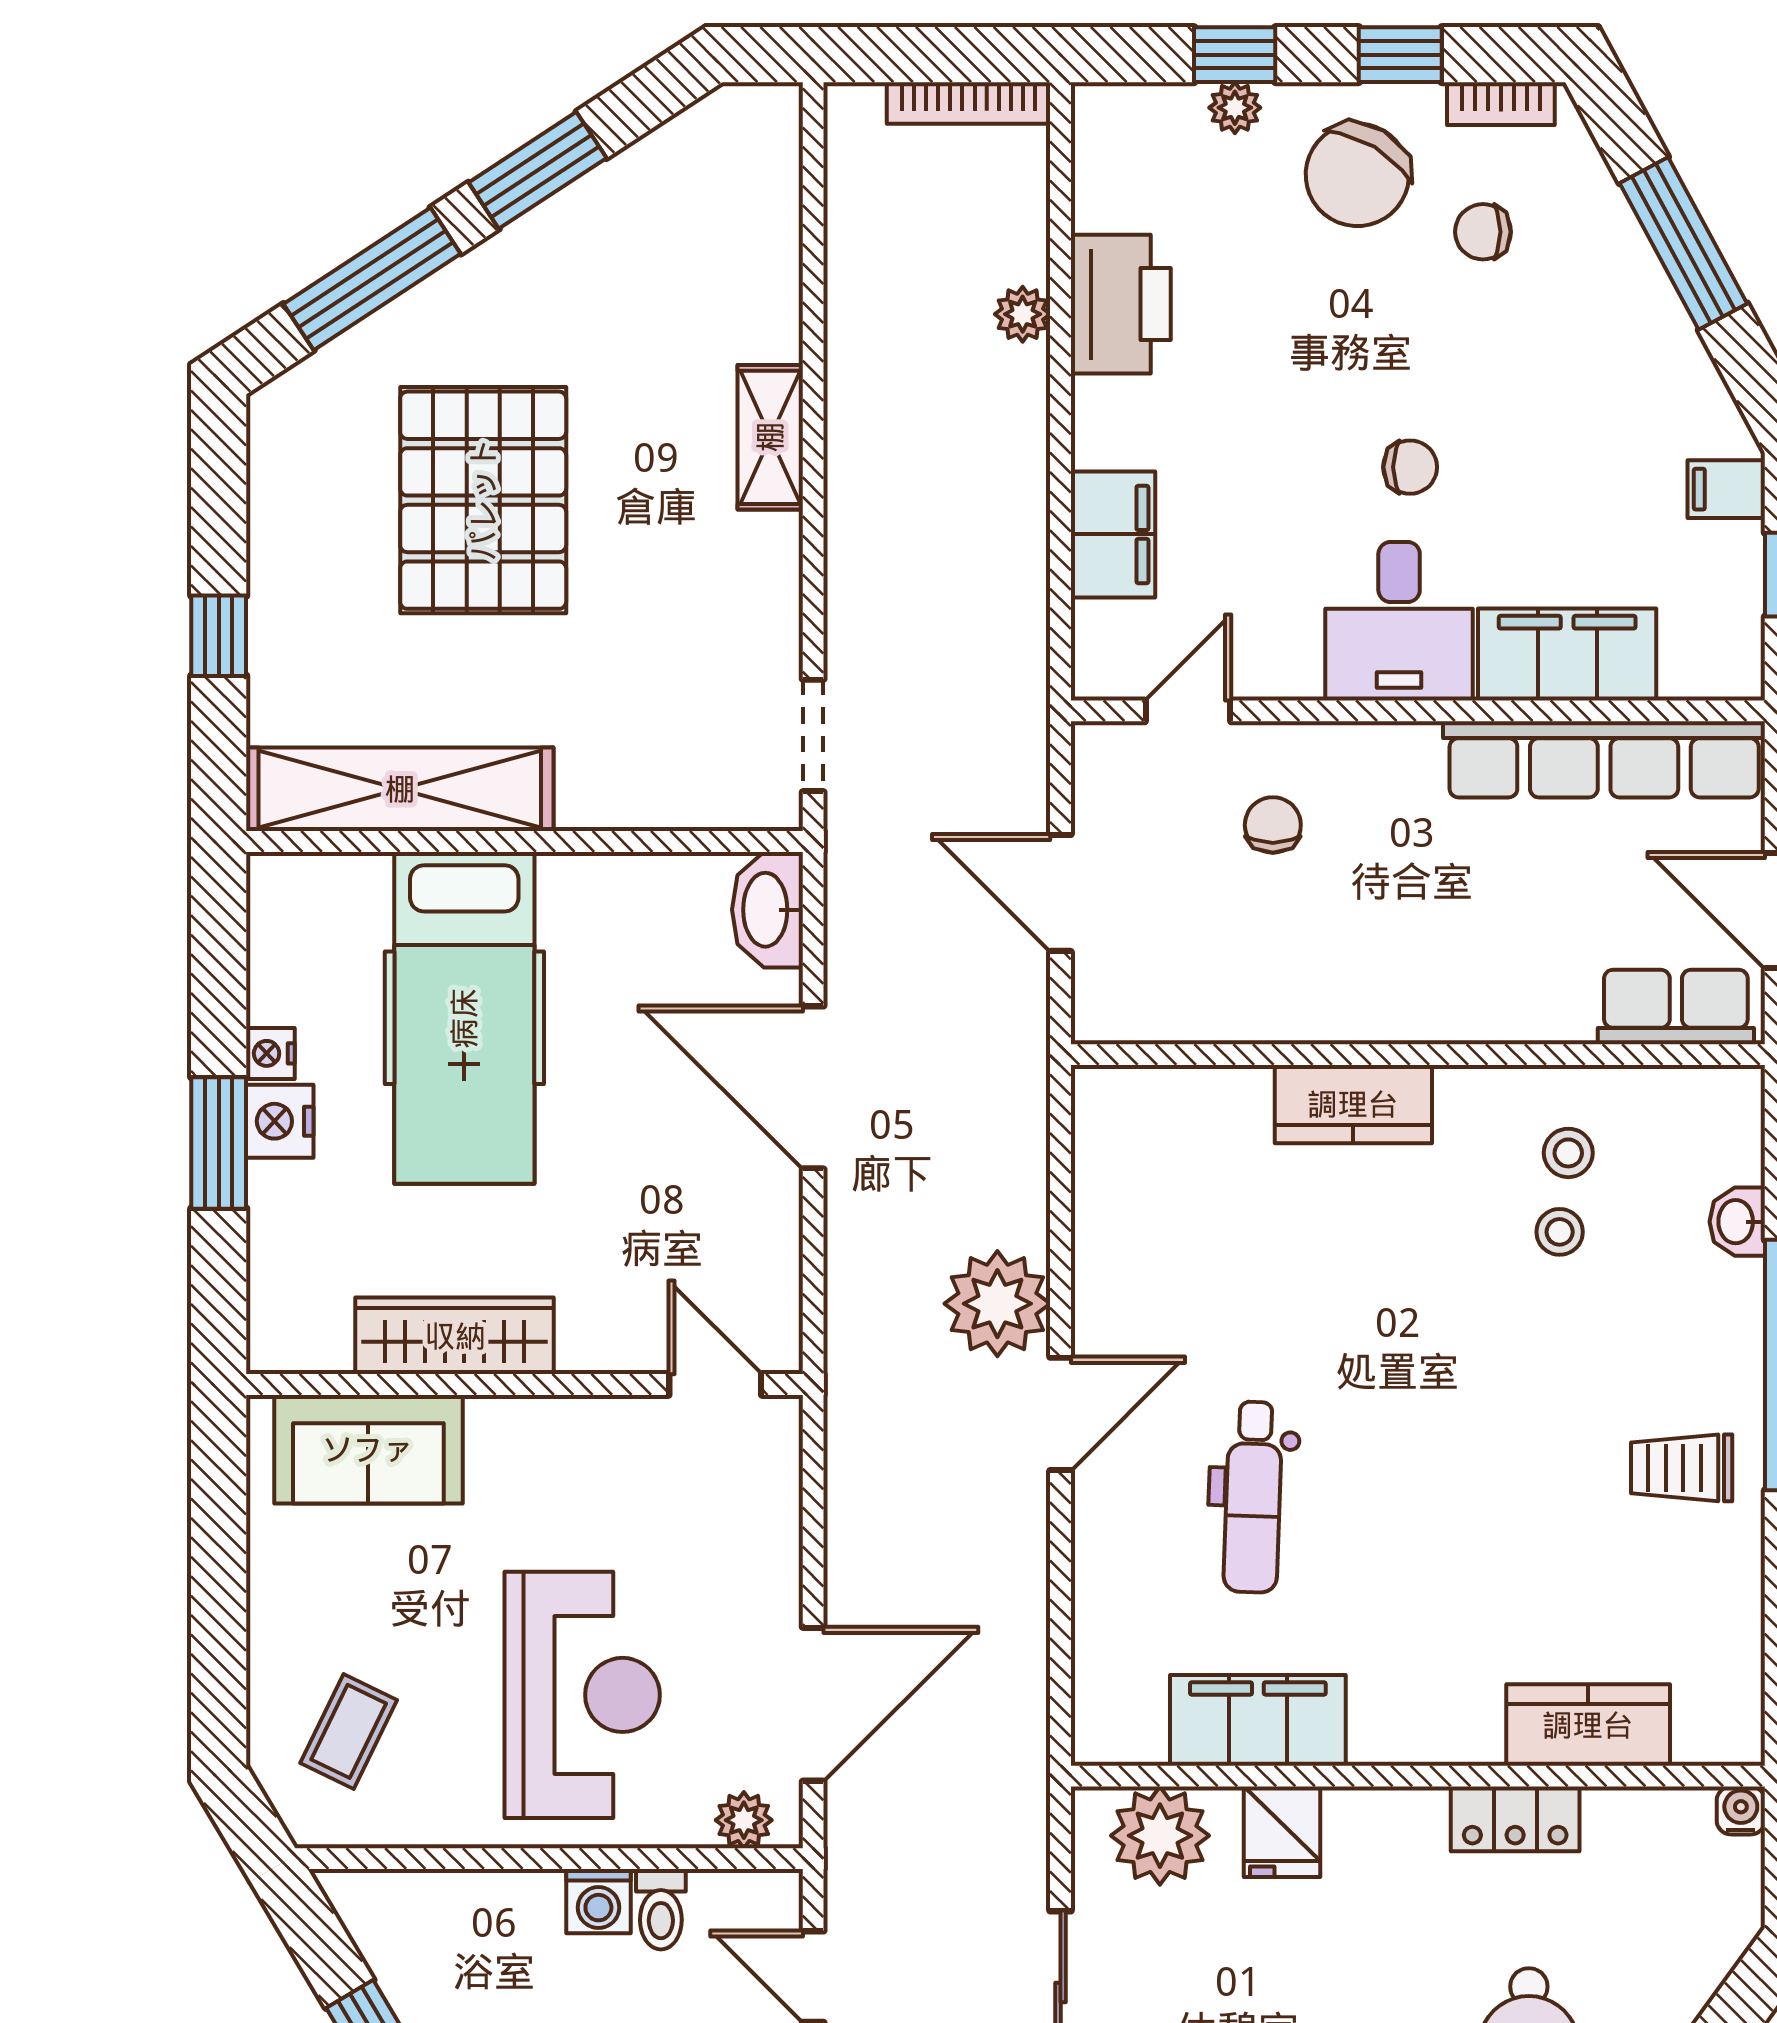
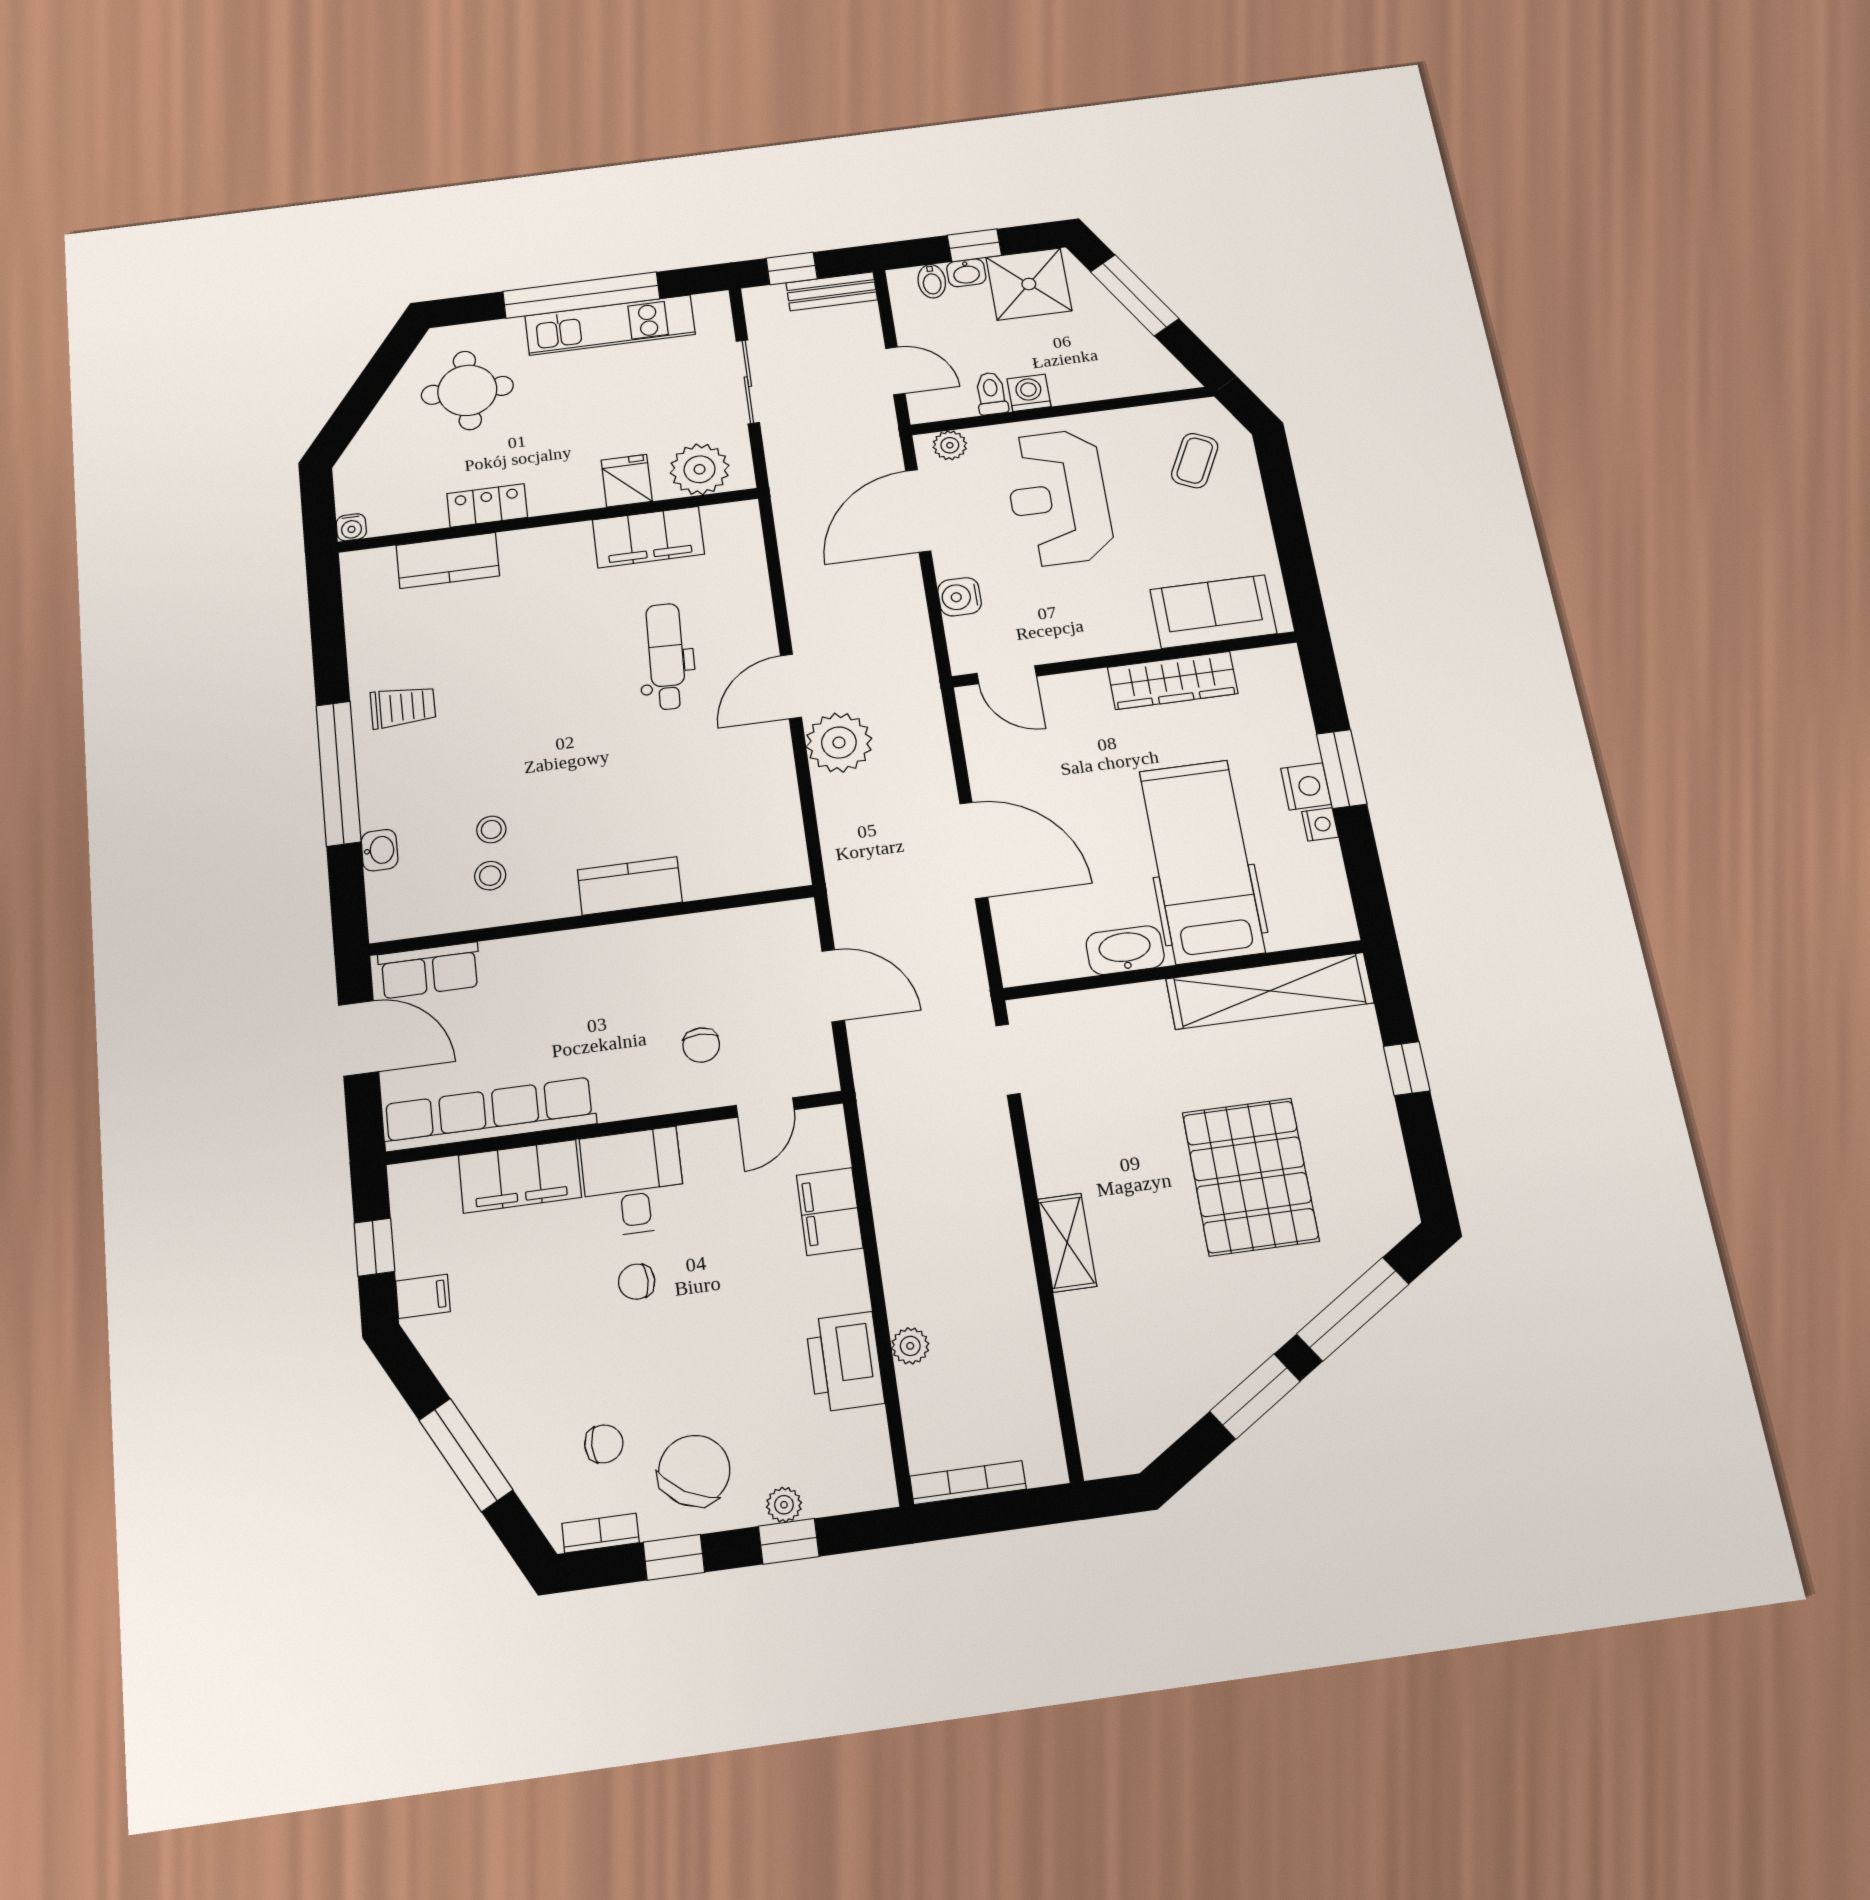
washbasin: (767, 910) -> (1125, 950), moved, turned -90
water cooler: (769, 1536) -> (960, 597), added

